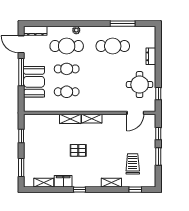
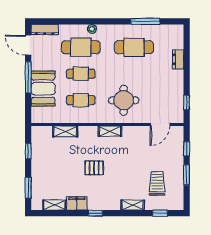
round table: (140, 85) -> (124, 100), moved
shelving: (70, 119) -> (65, 131), moved

